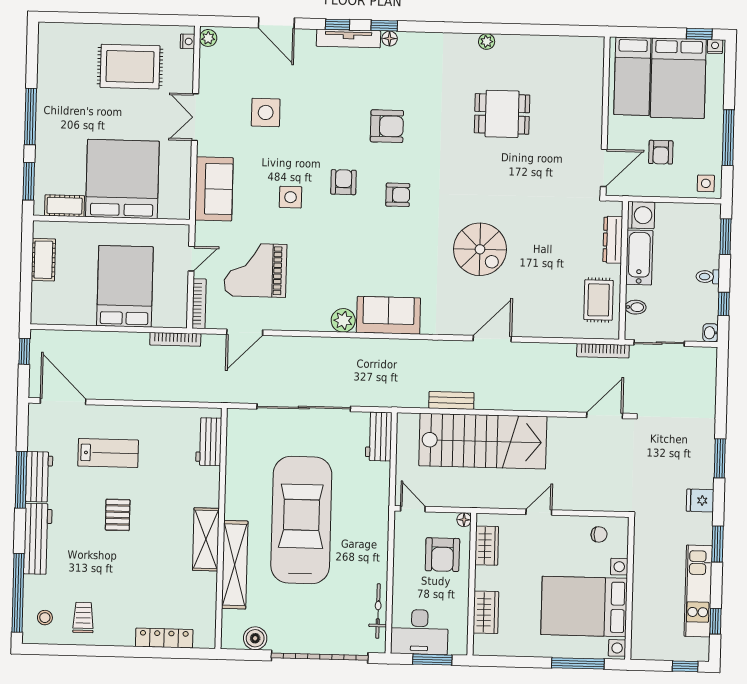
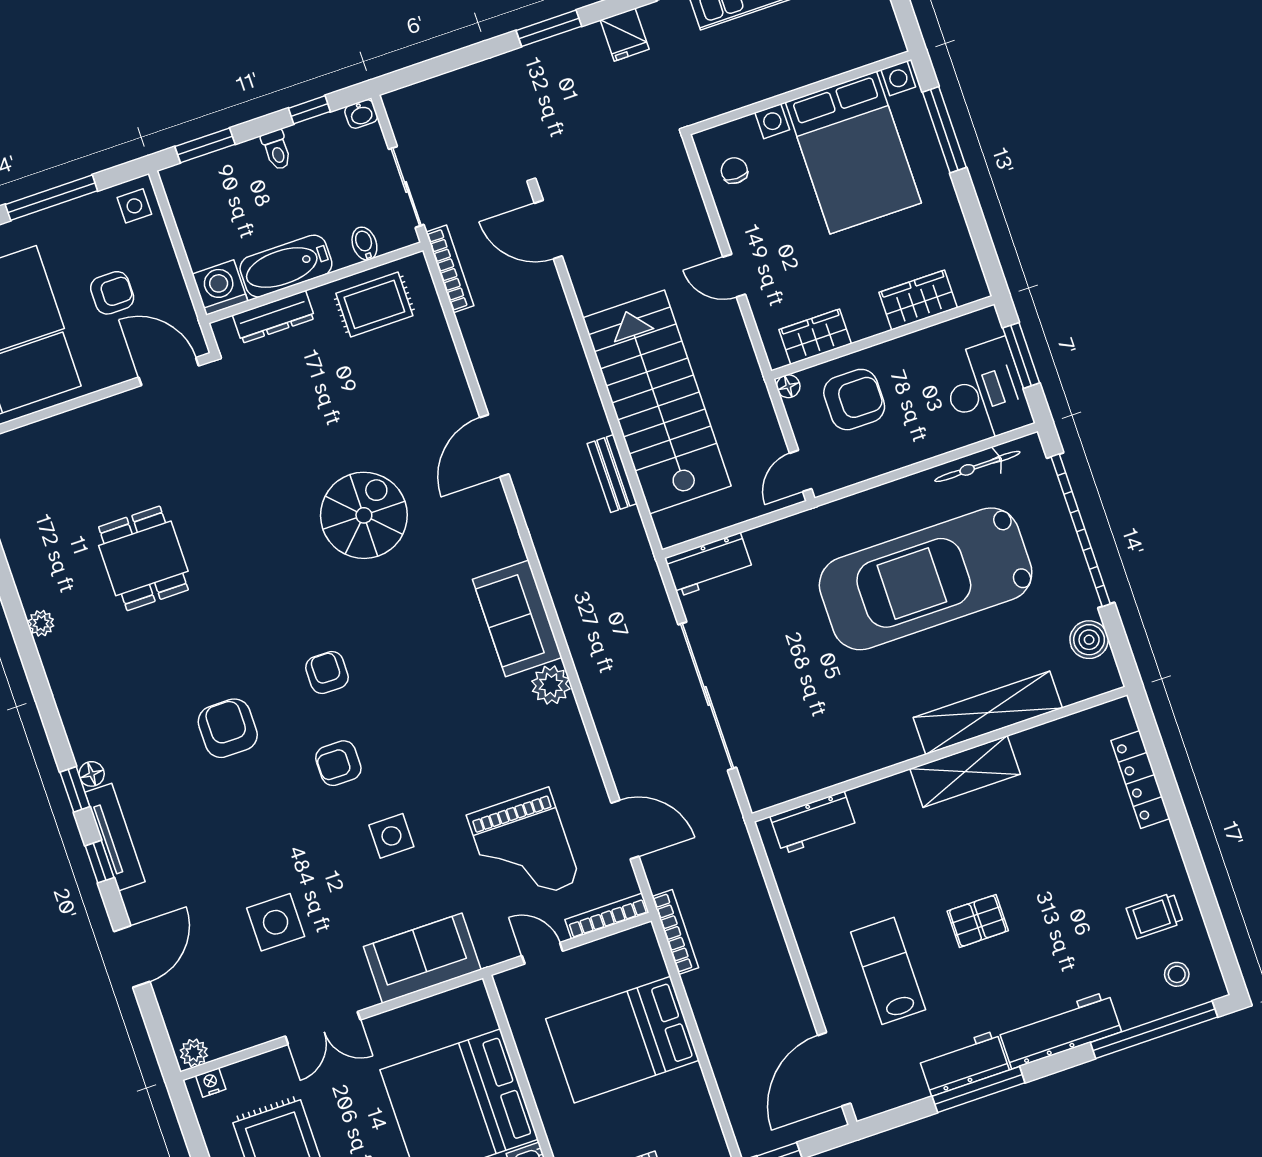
door: (492, 339) -> (494, 446), hinge flipped
car: (301, 520) -> (926, 579), moved

